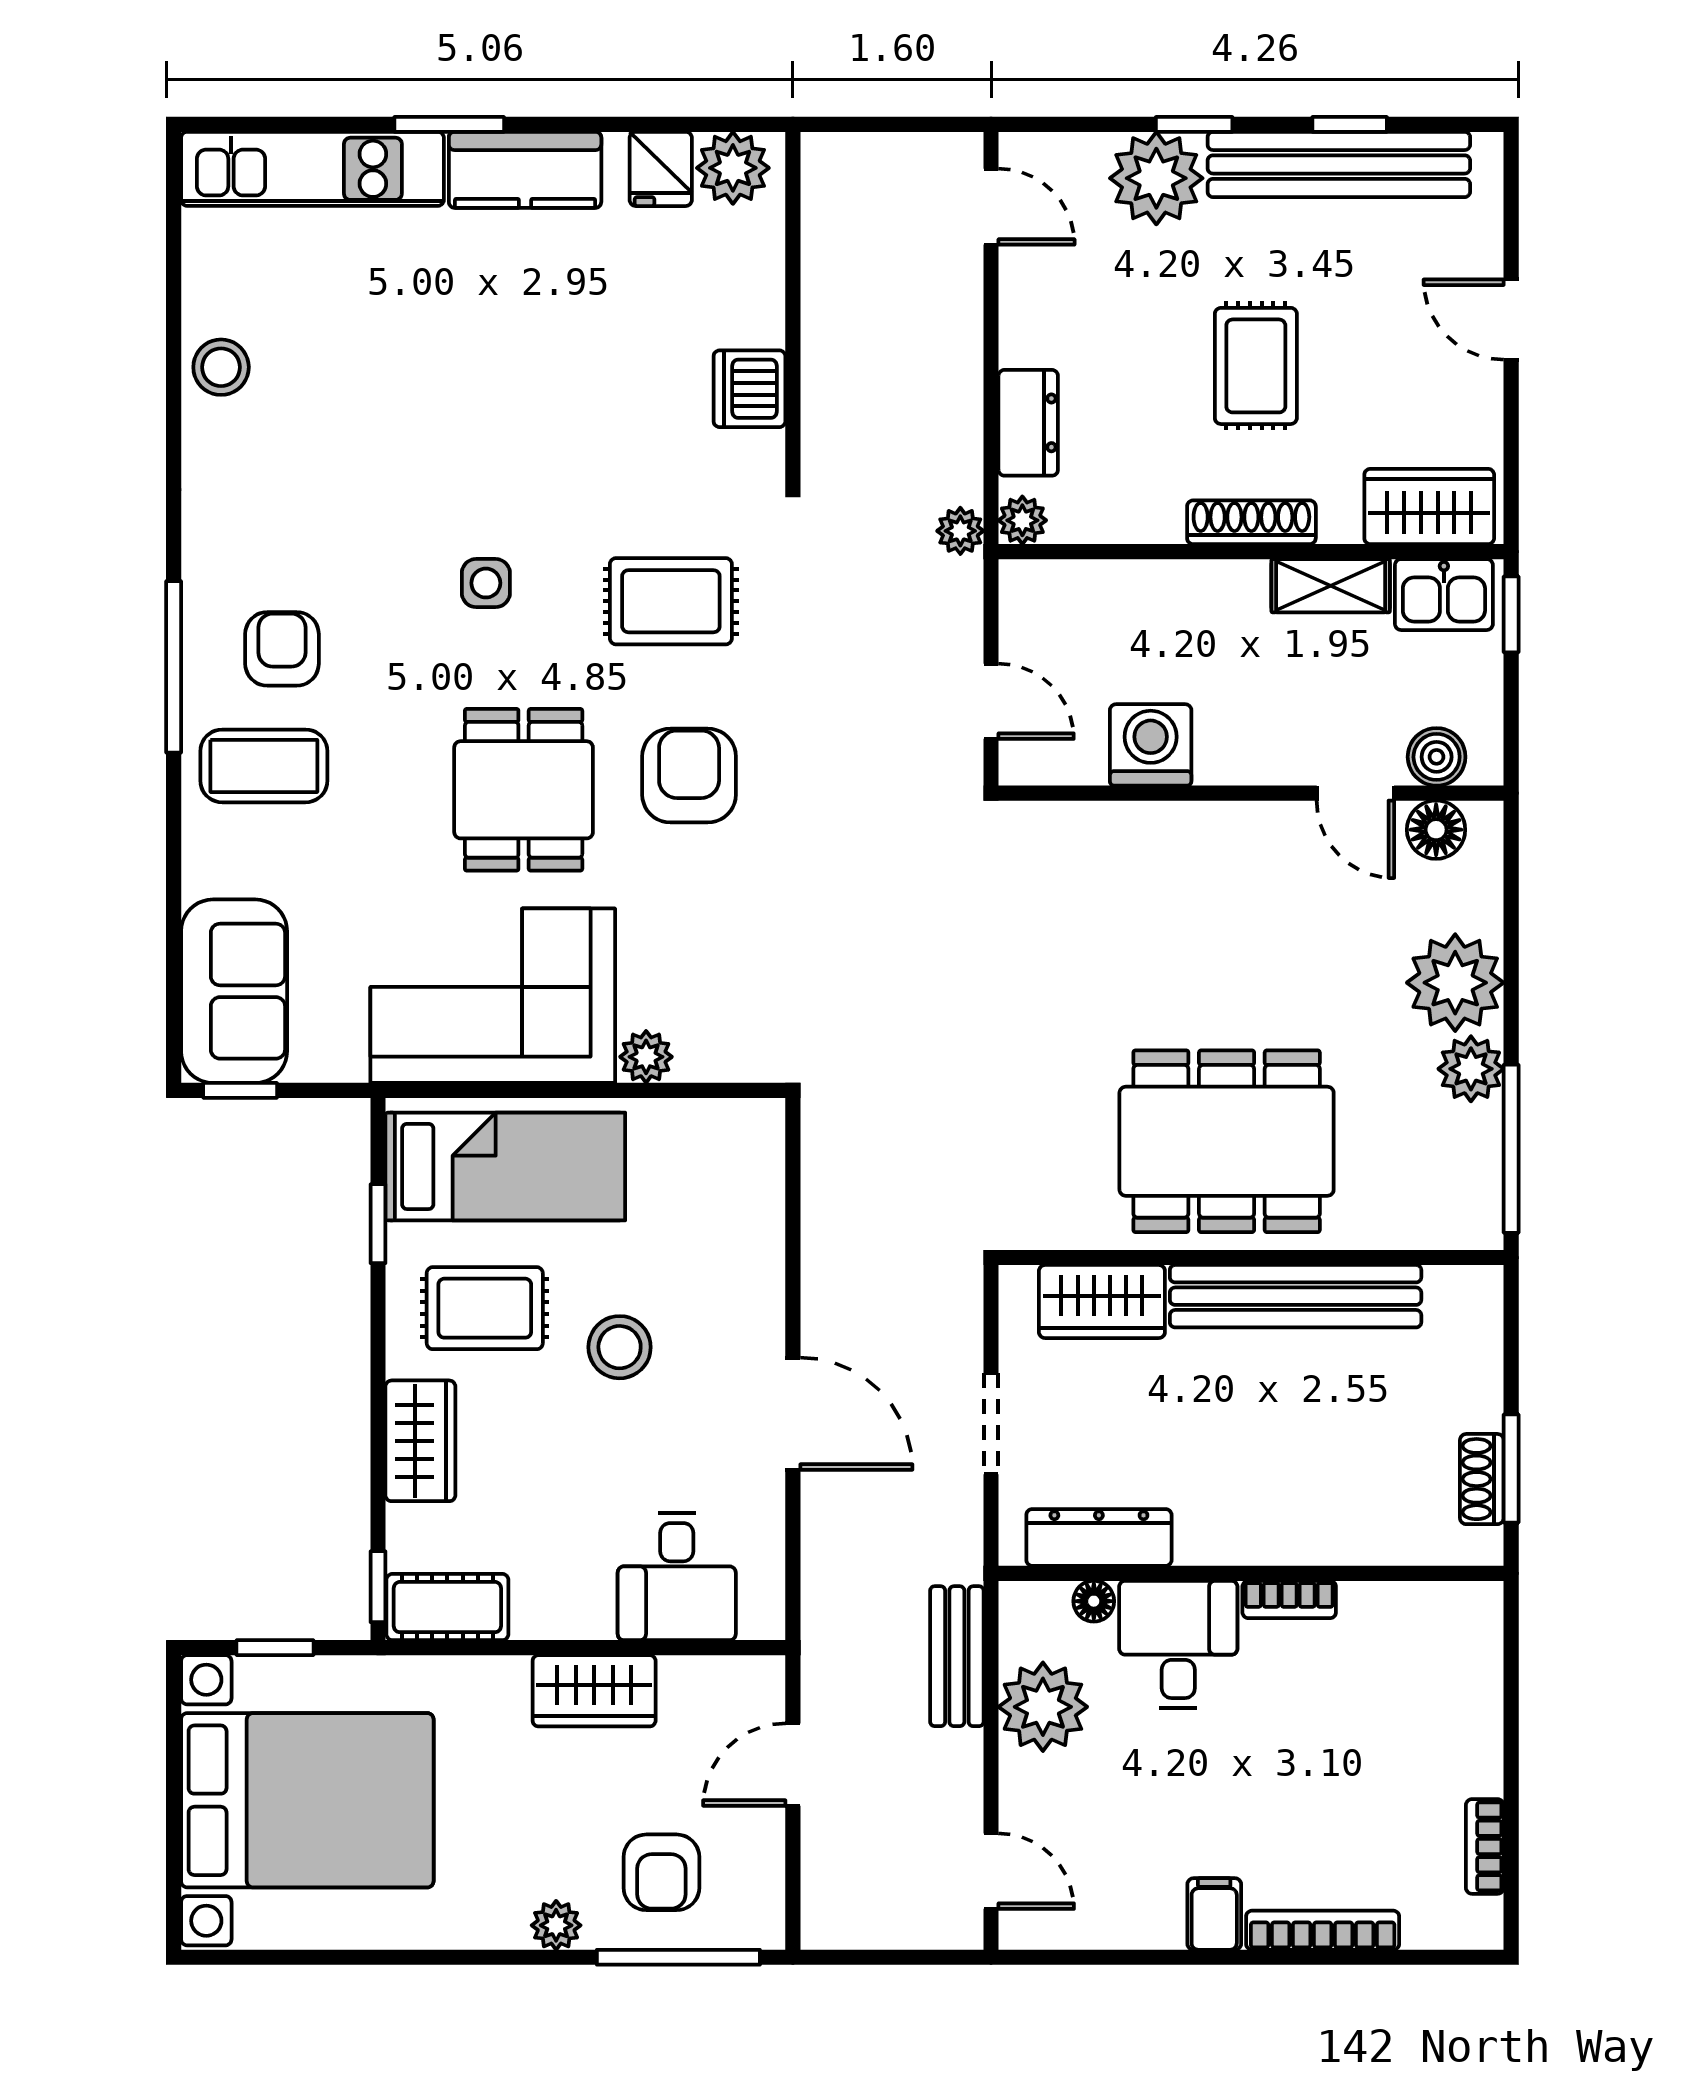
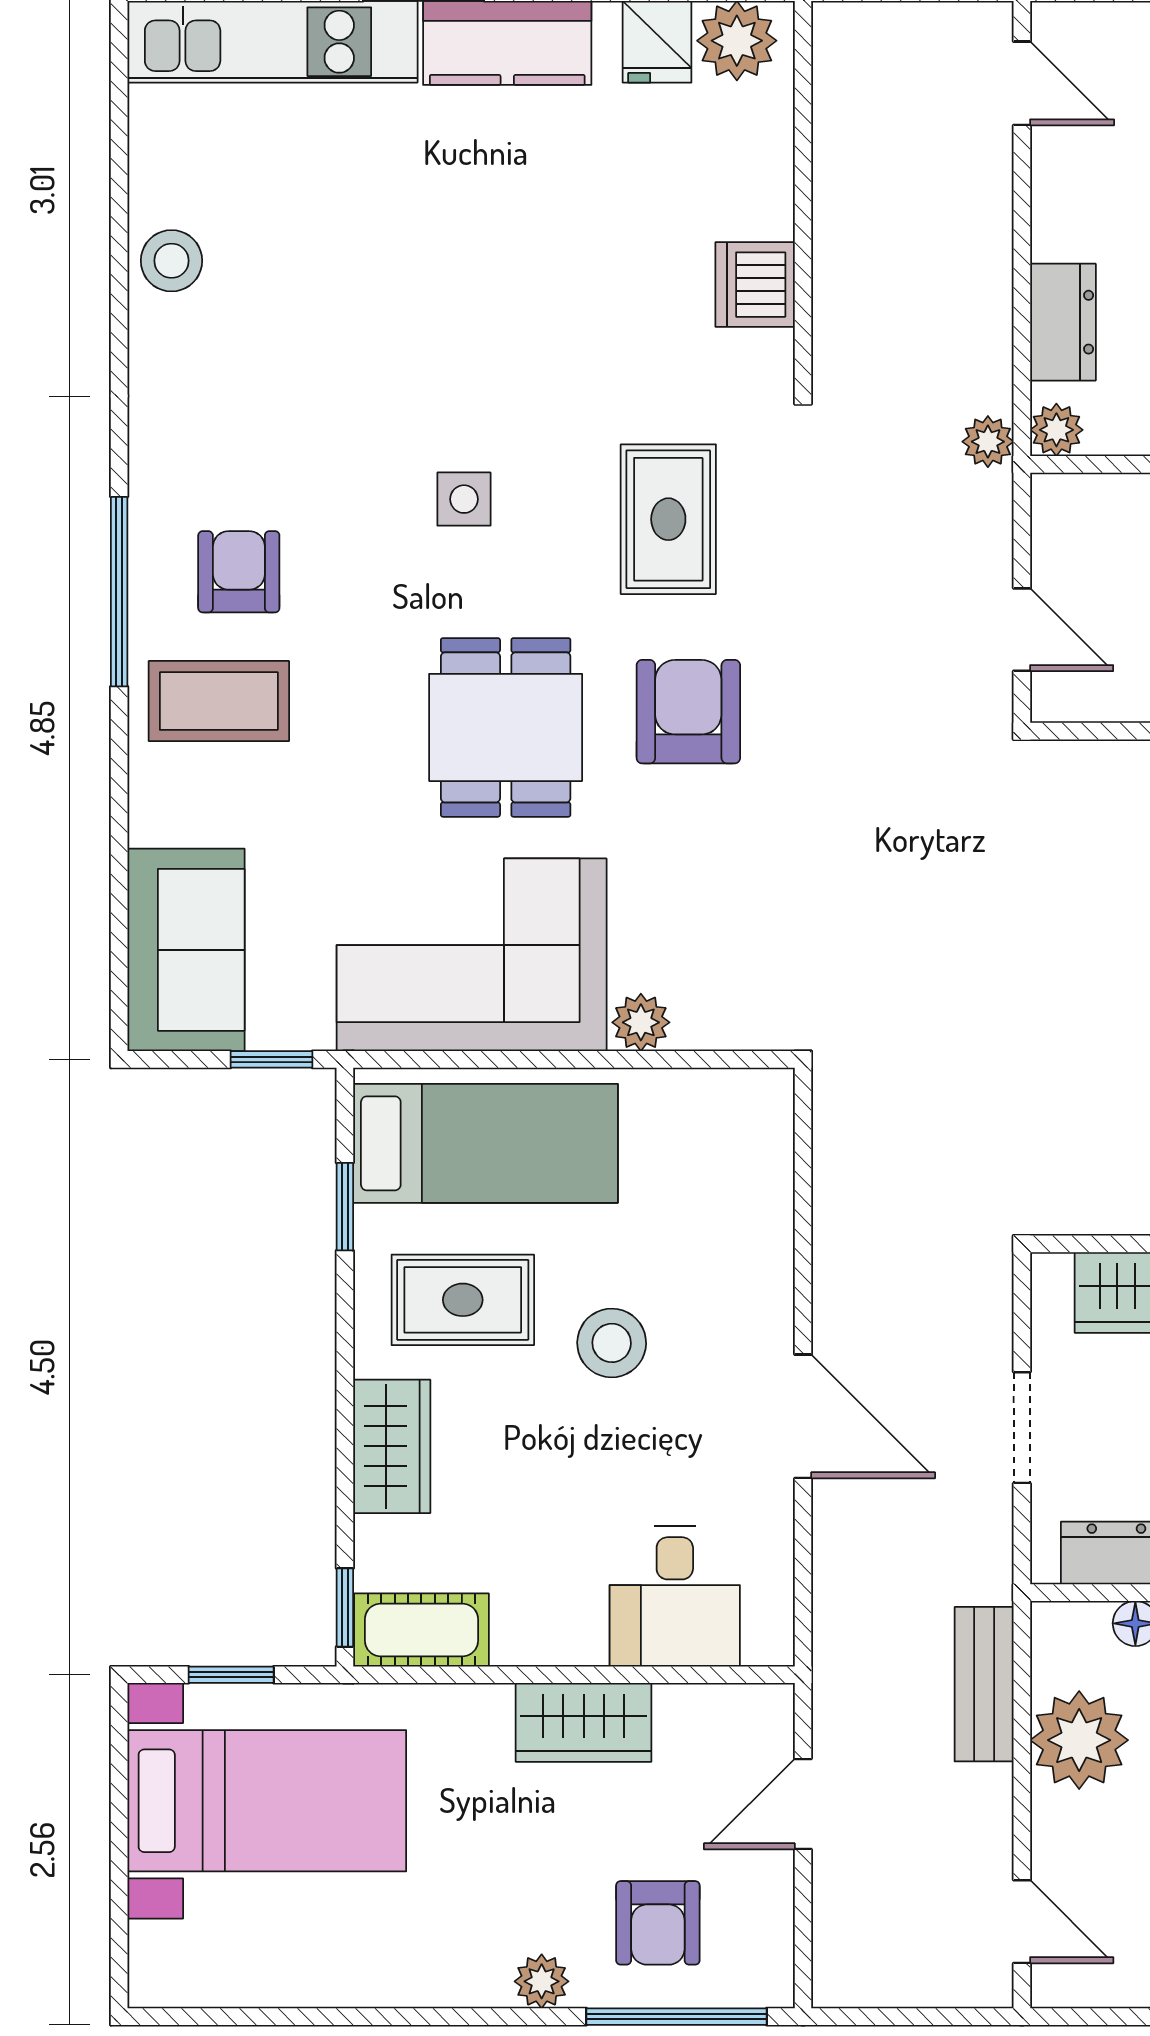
rug: (671, 601) -> (668, 519), turned 90
window: (240, 1090) -> (272, 1059), moved
bed with nightstands: (307, 1800) -> (267, 1801), width x0.73

